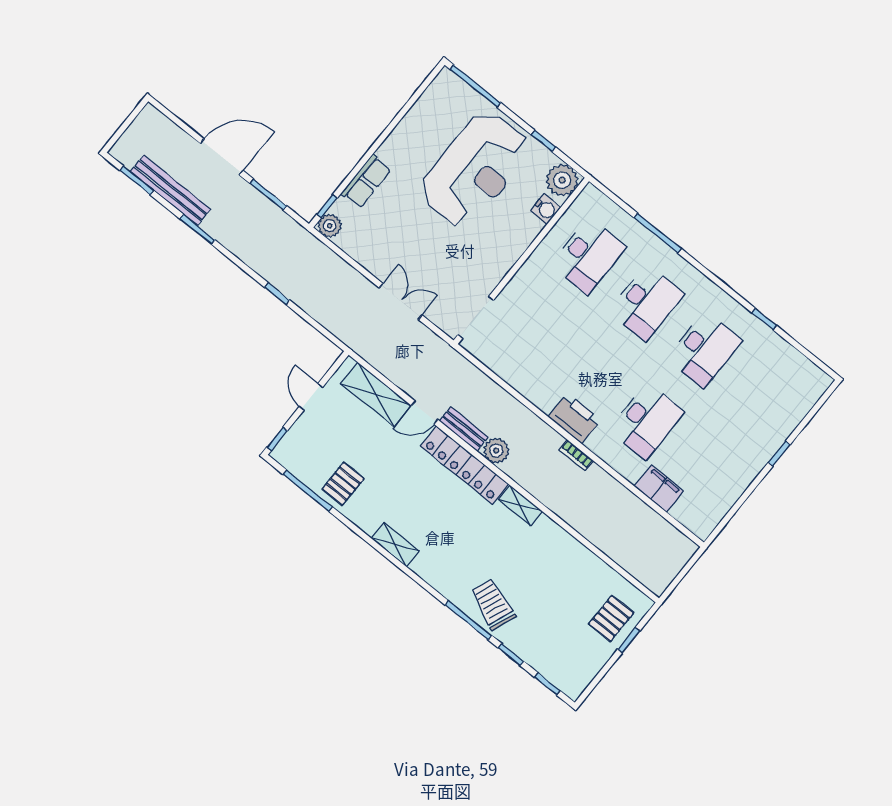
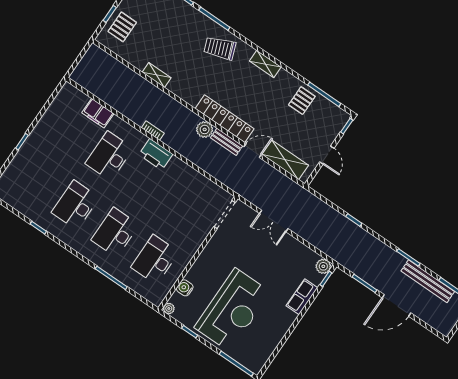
reception desk: (475, 169) -> (233, 310), turned 180
plant: (562, 180) -> (169, 308), width x0.53, depth x0.53
shelving: (520, 505) -> (157, 75), moved
trolley: (493, 604) -> (220, 48), moved, turned 138

